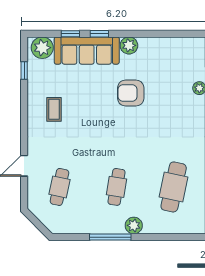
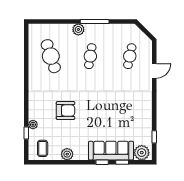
plant: (129, 45) -> (67, 154), moved
armchair: (131, 93) -> (66, 111), moved
coffee table: (54, 109) -> (43, 148), moved
cafe table: (174, 187) -> (51, 56), turned -30

